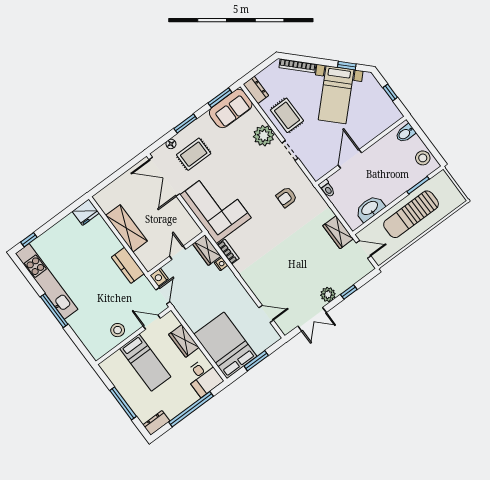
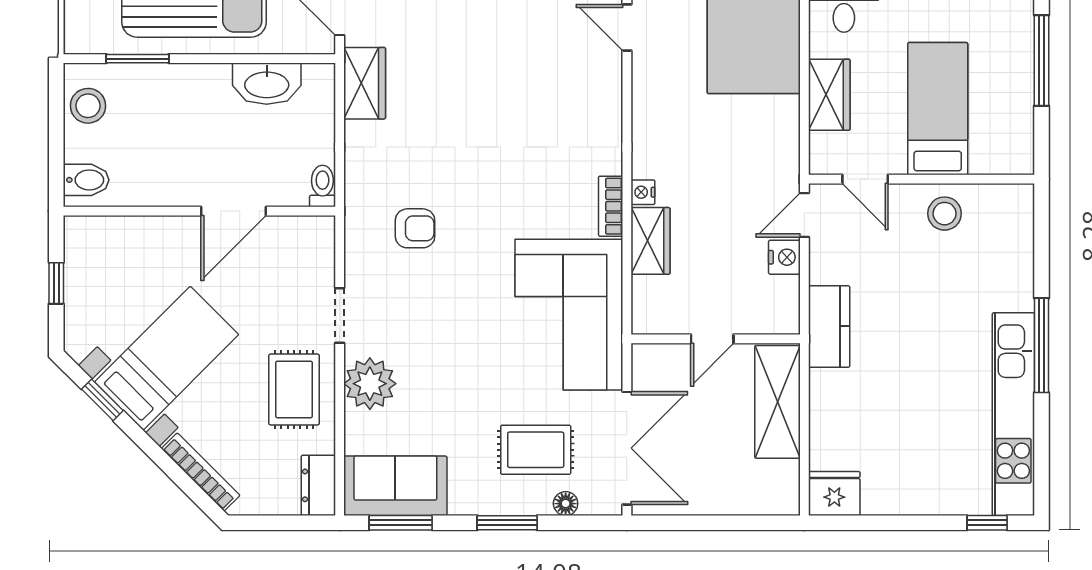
door: (178, 253) -> (712, 339), moved
wall: (176, 254) -> (716, 339), moved

